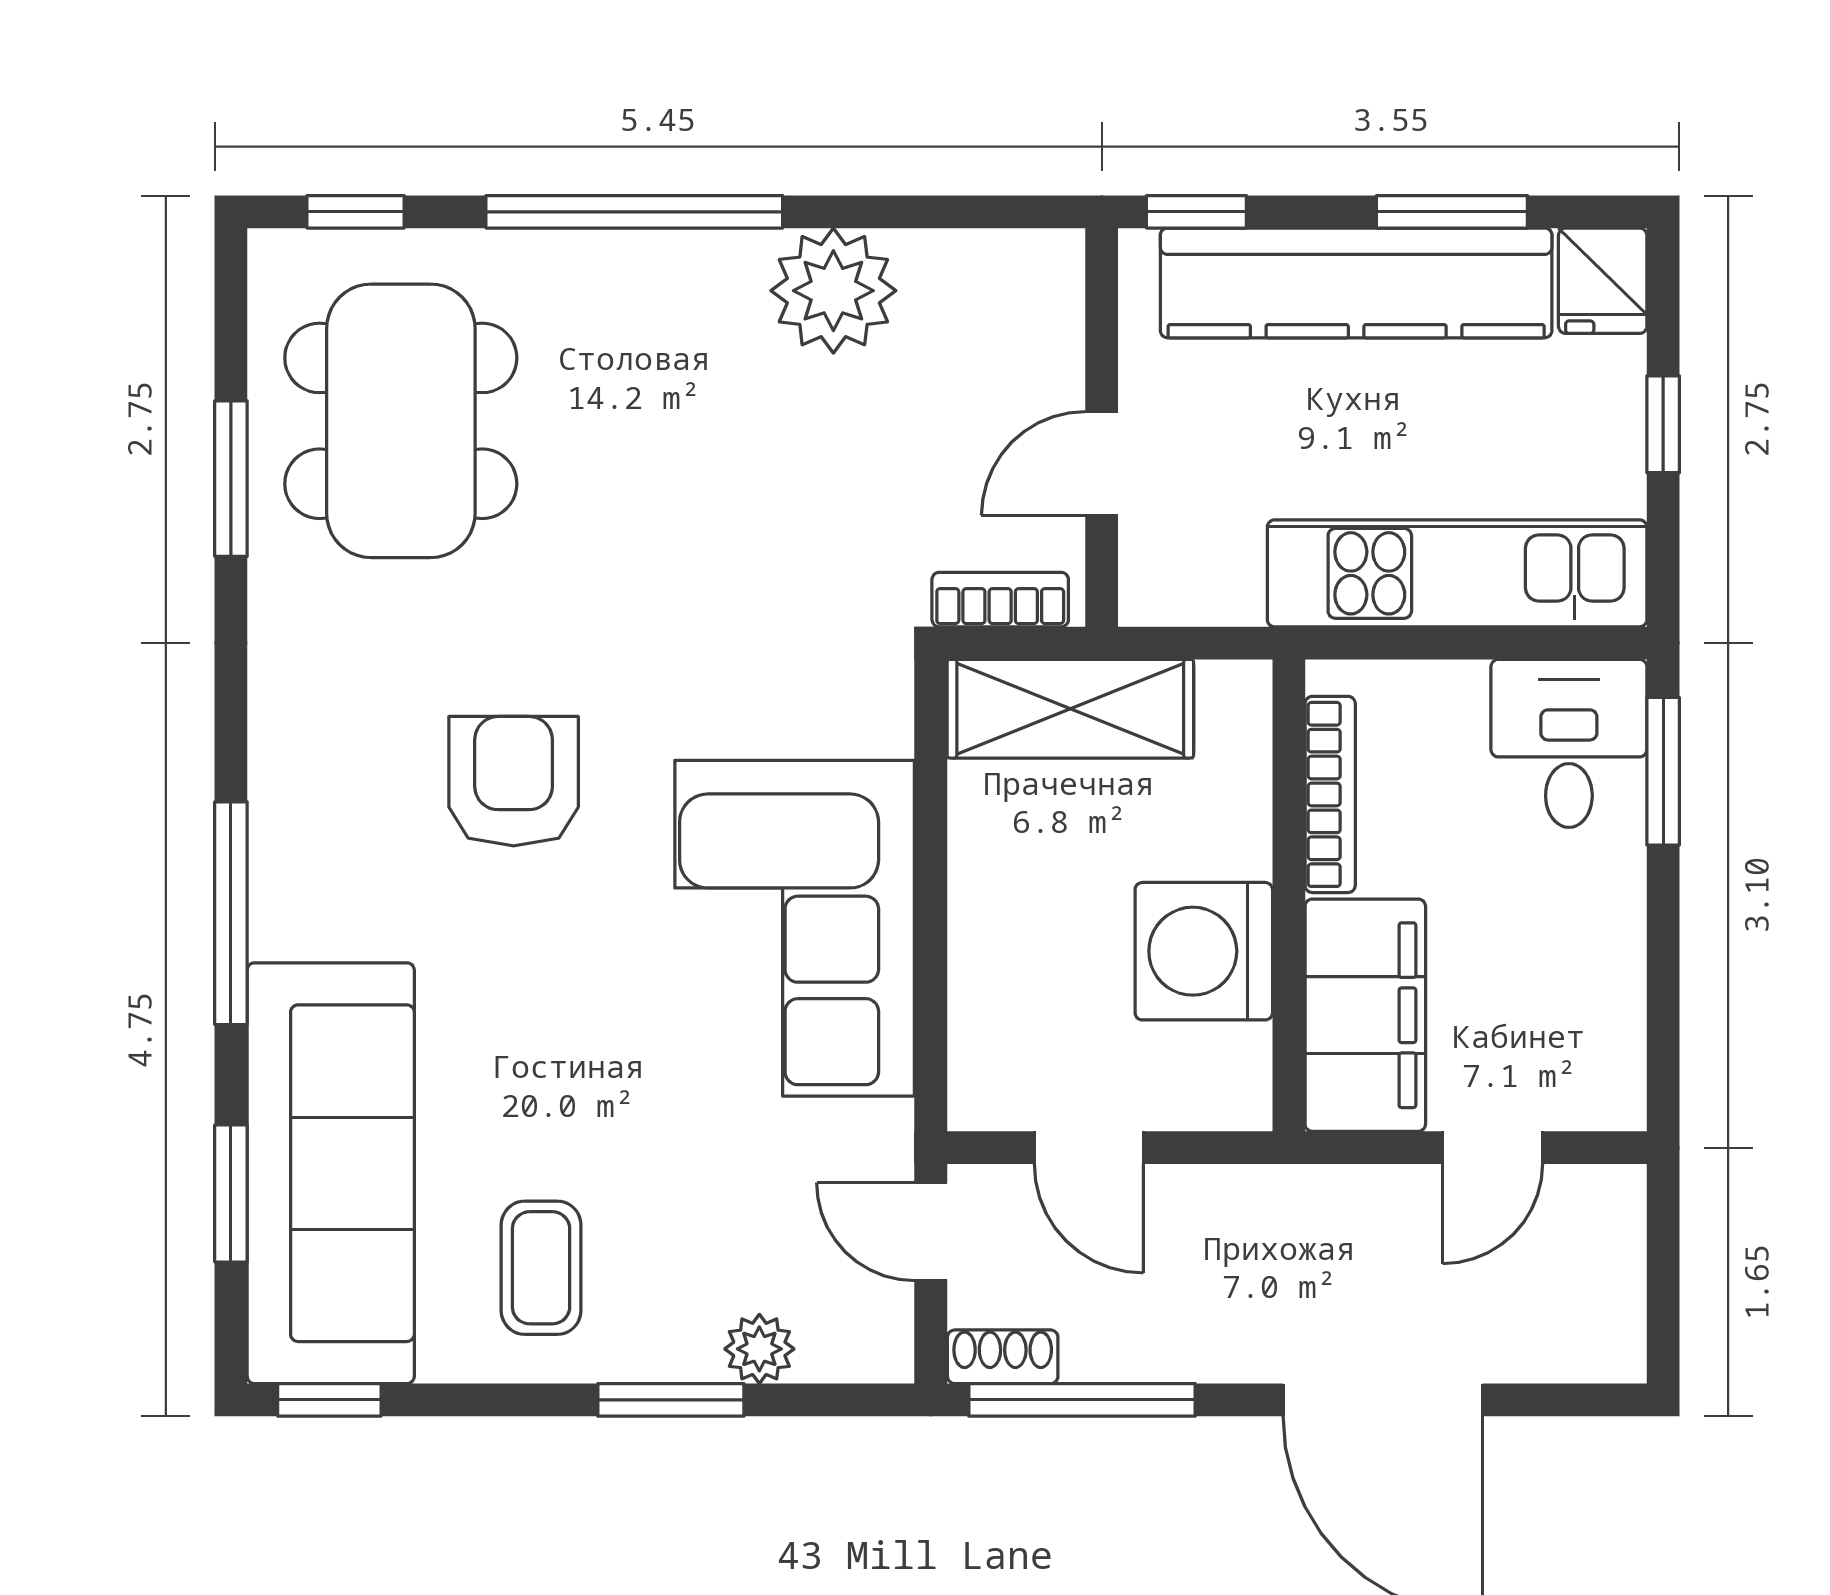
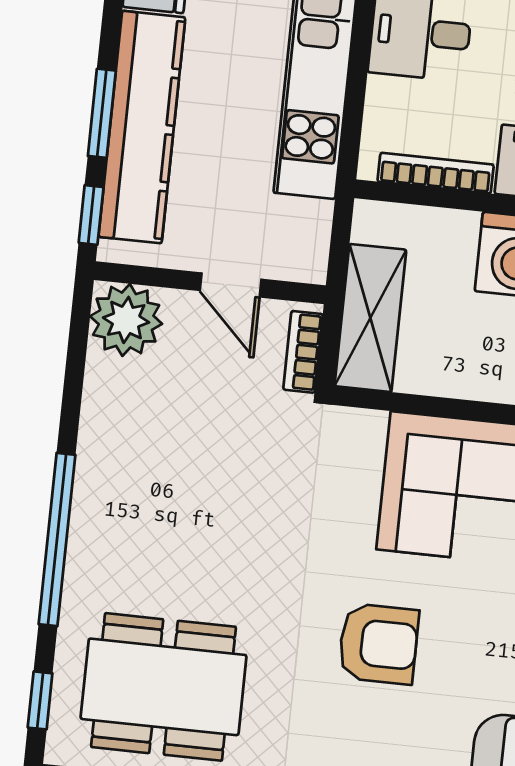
window: (1452, 212) -> (102, 113), moved
plant: (833, 291) -> (126, 320), moved
armchair: (514, 781) -> (378, 644), turned 180

